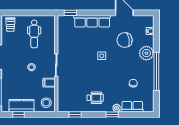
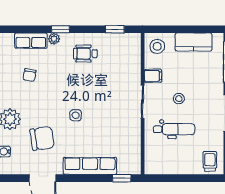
dental chair: (34, 34) -> (174, 129), moved, turned 90
window: (18, 114) -> (198, 29), removed

